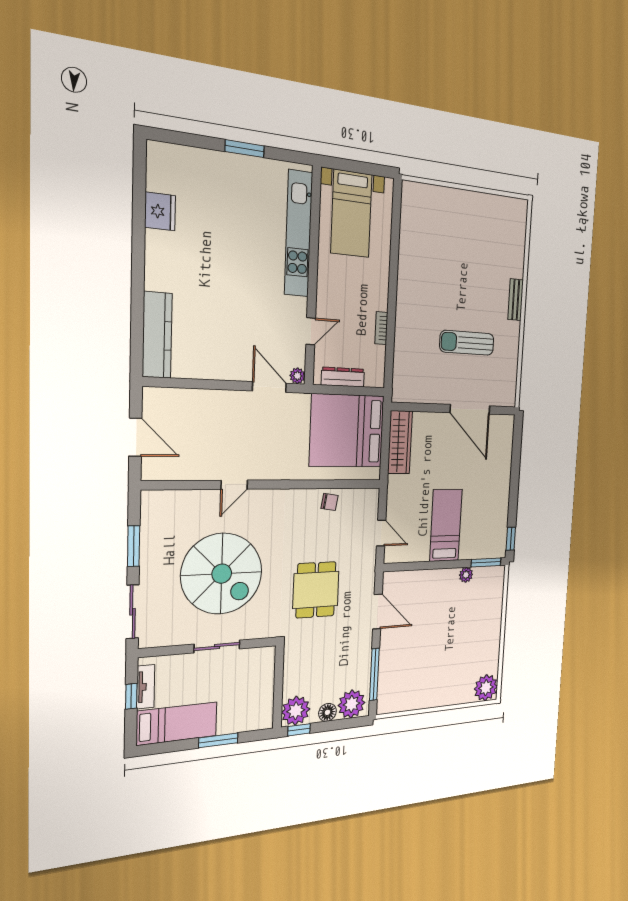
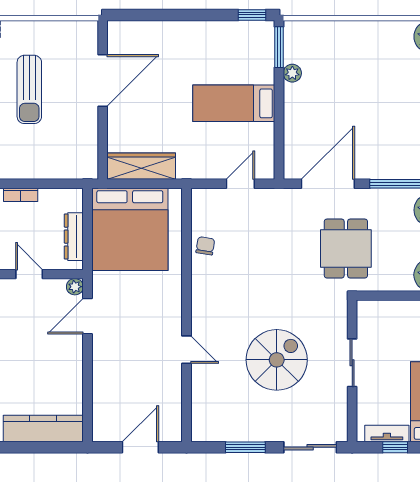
spiral stairs: (222, 574) -> (277, 360), width x0.73, depth x0.73
dining table: (316, 590) -> (346, 249), moved, turned 90
door: (377, 611) -> (328, 184), width x1.36

